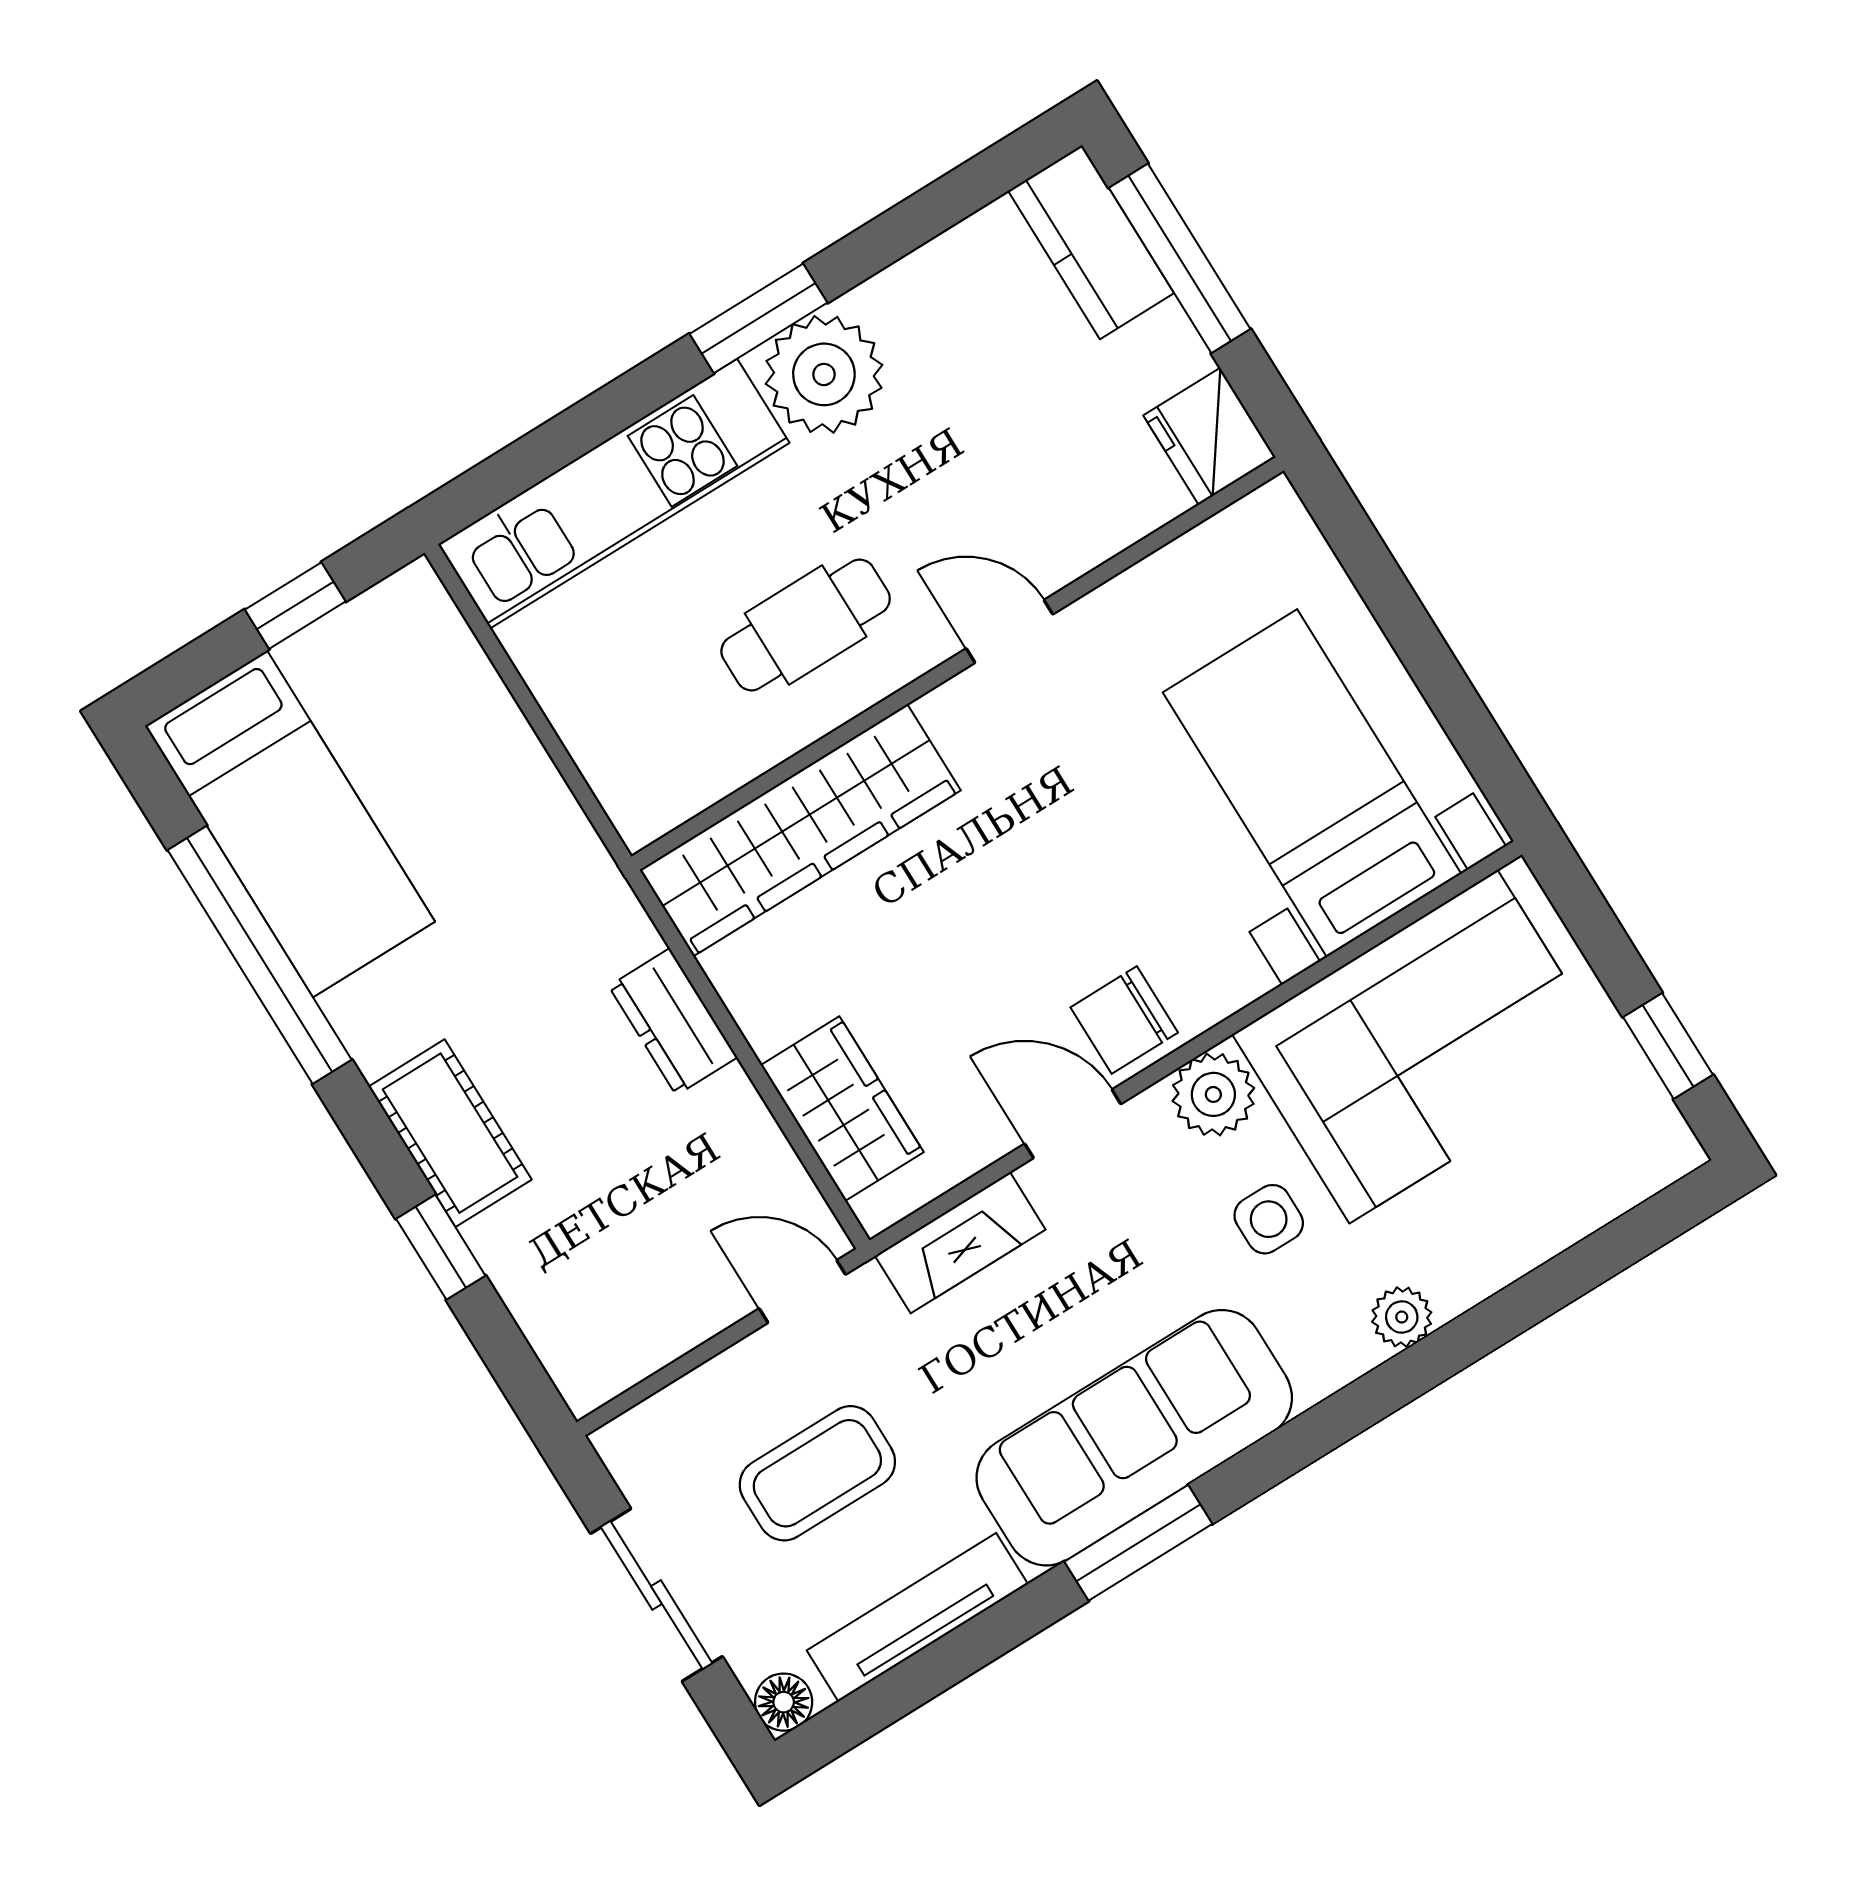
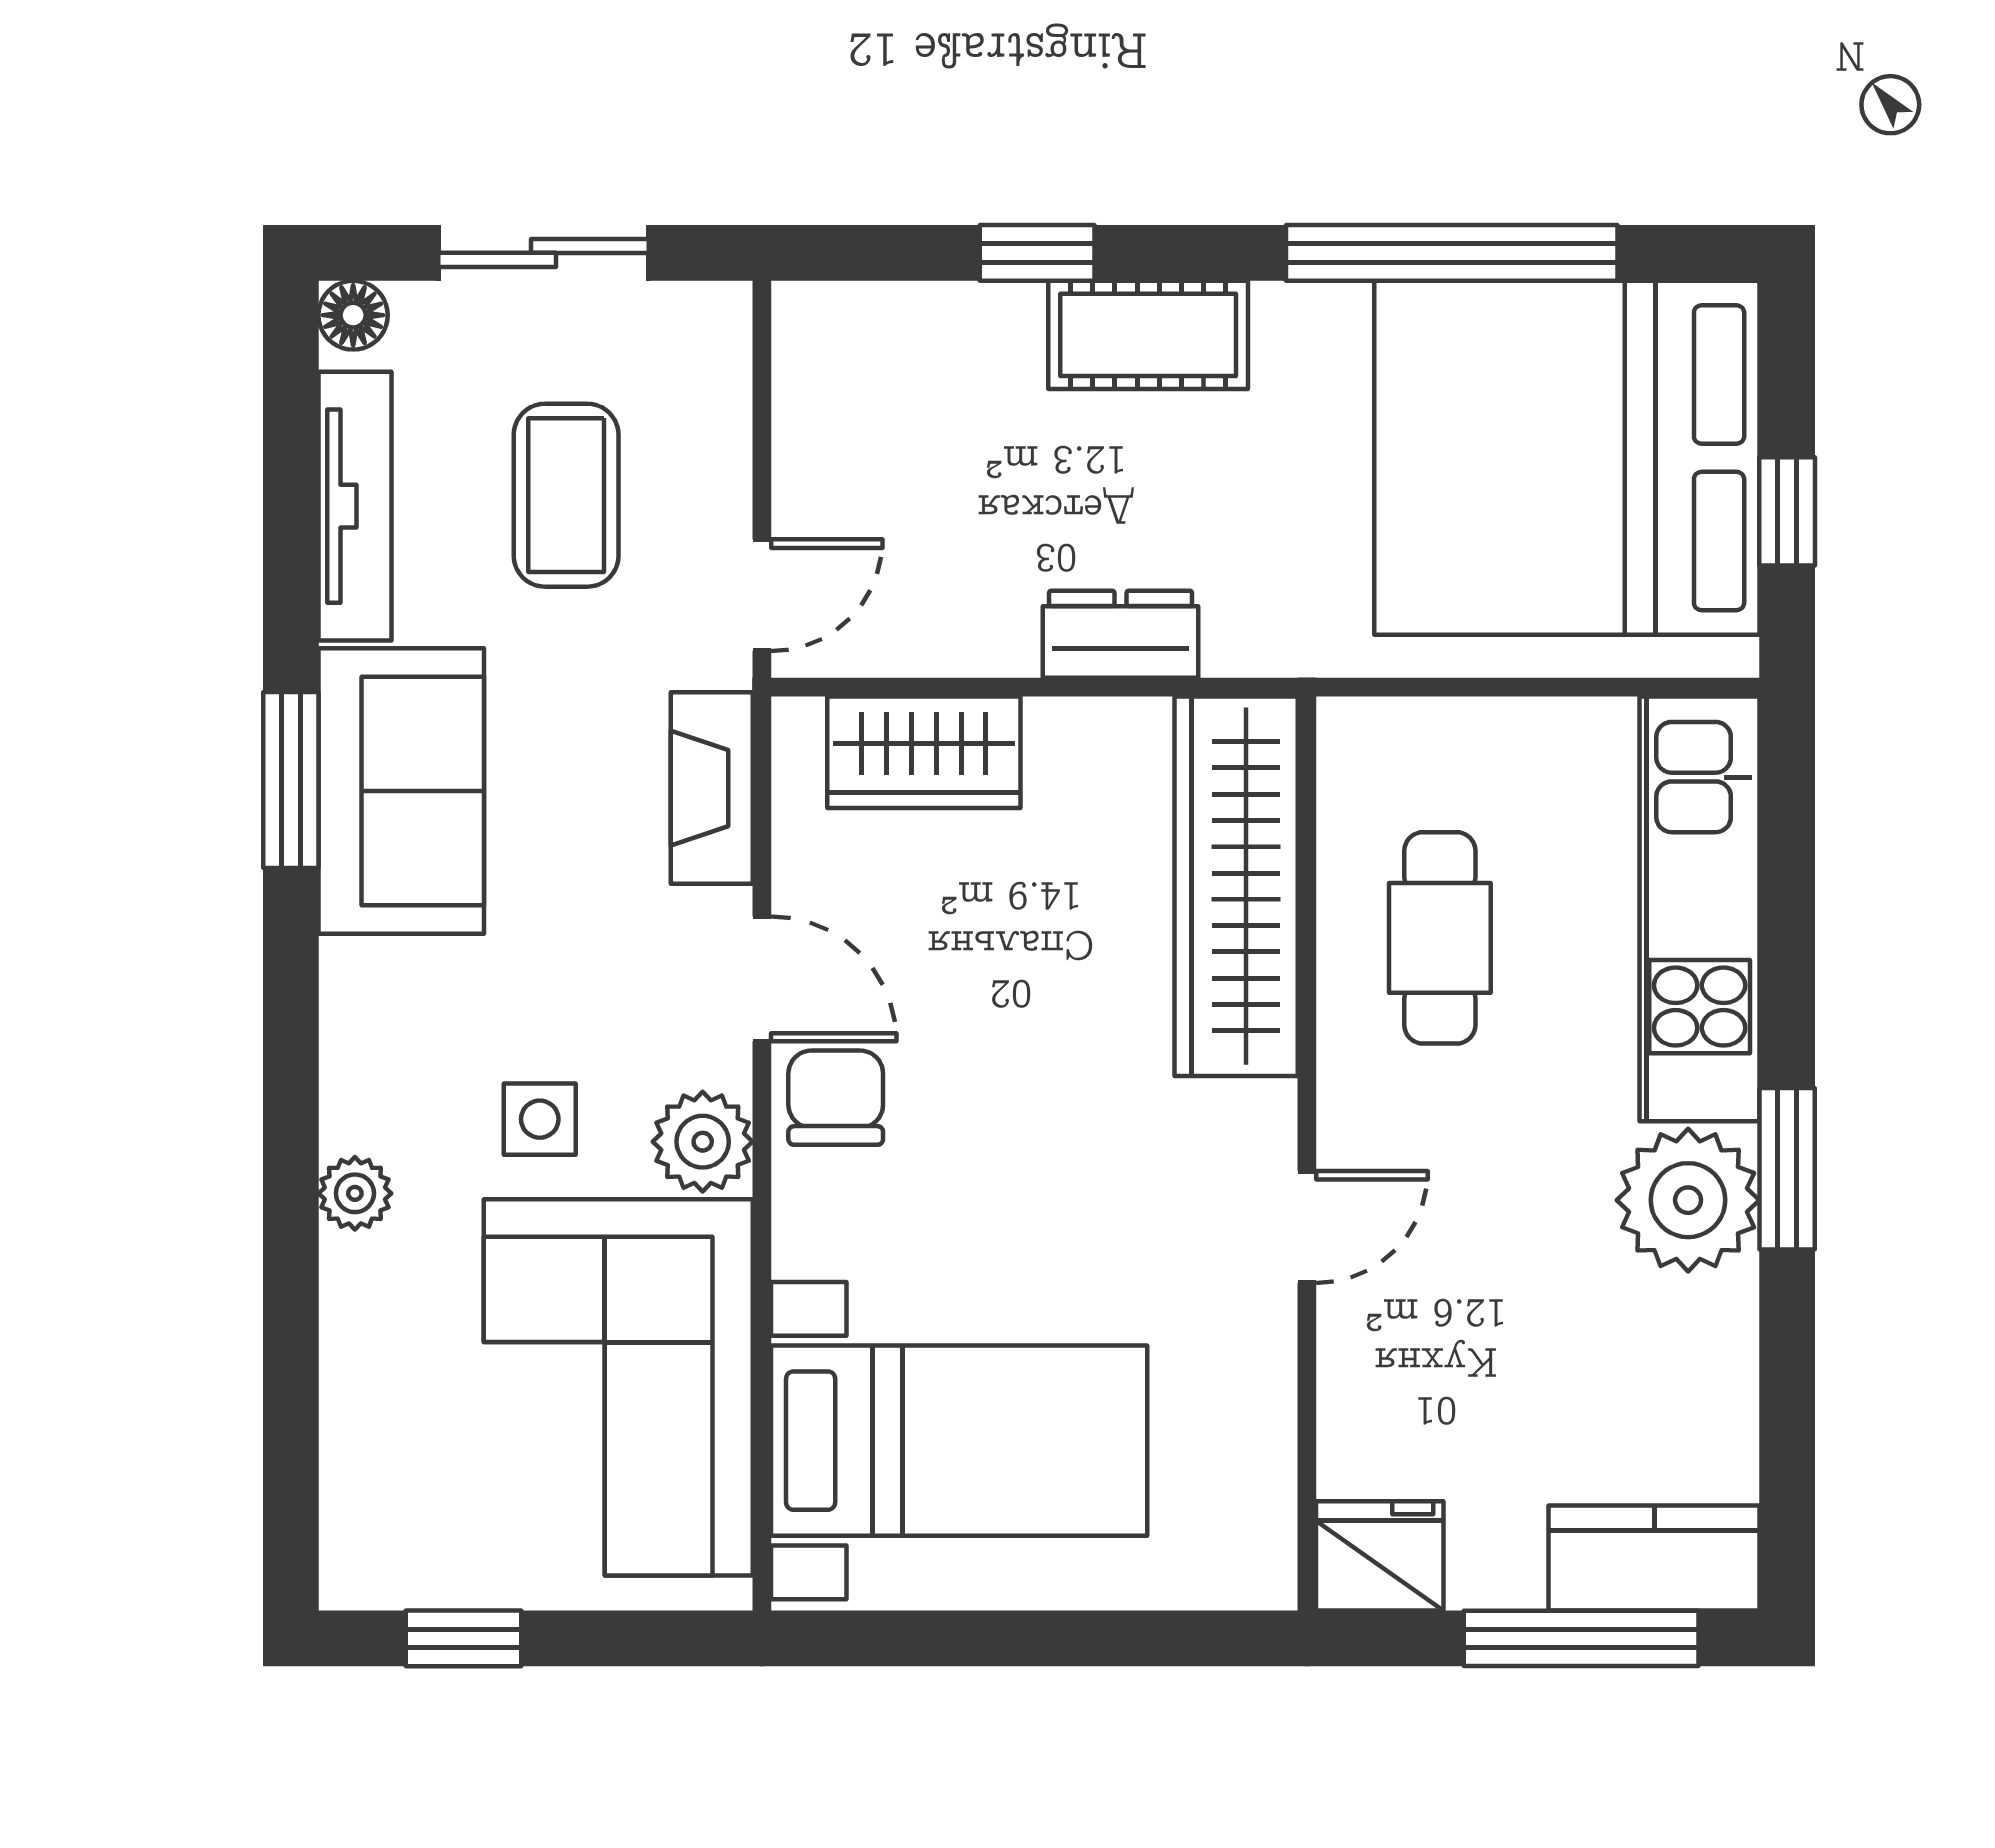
cafe table: (806, 625) -> (1440, 938), moved
bed: (290, 824) -> (1567, 458), width x2.04
door: (1073, 1124) -> (762, 979), hinge flipped
sofa: (1134, 1438) -> (401, 791), width x0.73

